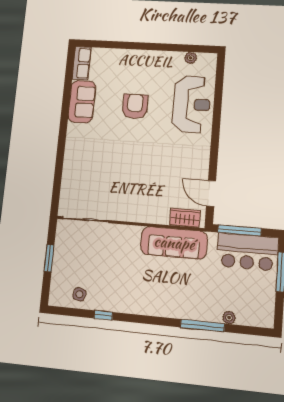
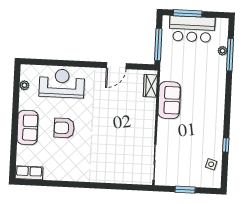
sofa: (82, 102) -> (28, 128), moved, turned 90
door: (211, 193) -> (116, 66), moved
sofa: (174, 243) -> (169, 100), width x0.73
bar counter: (247, 252) -> (192, 29), moved, turned 90
window: (202, 325) -> (230, 55), moved

